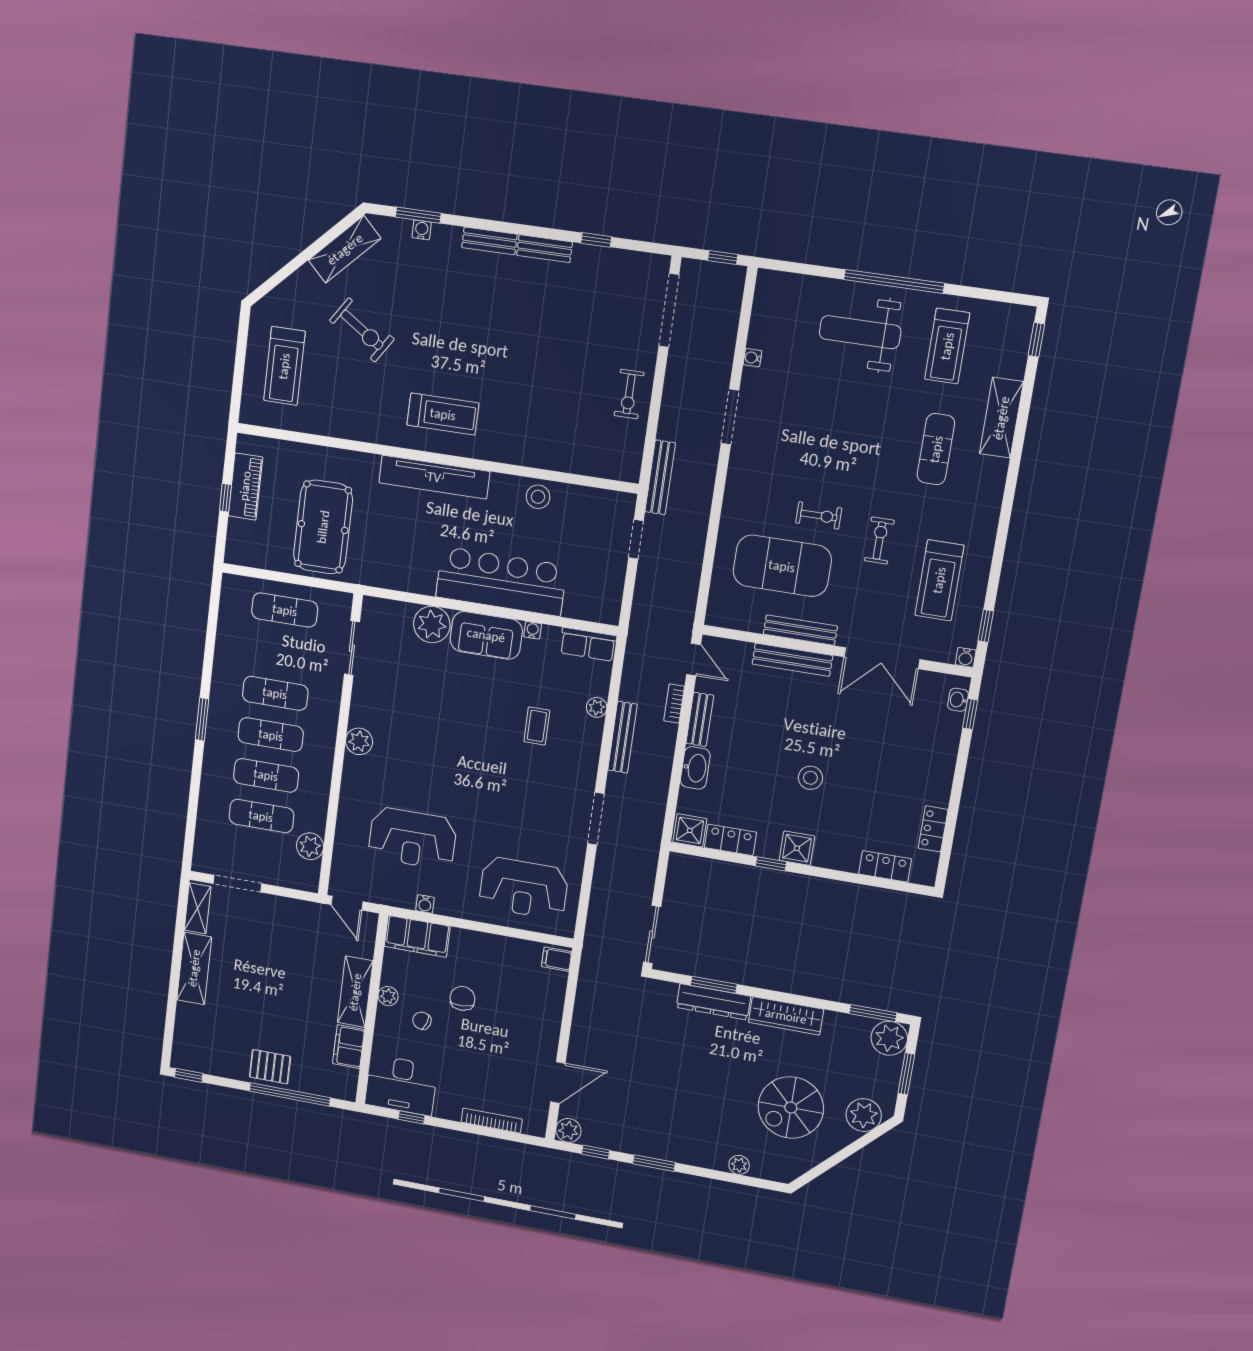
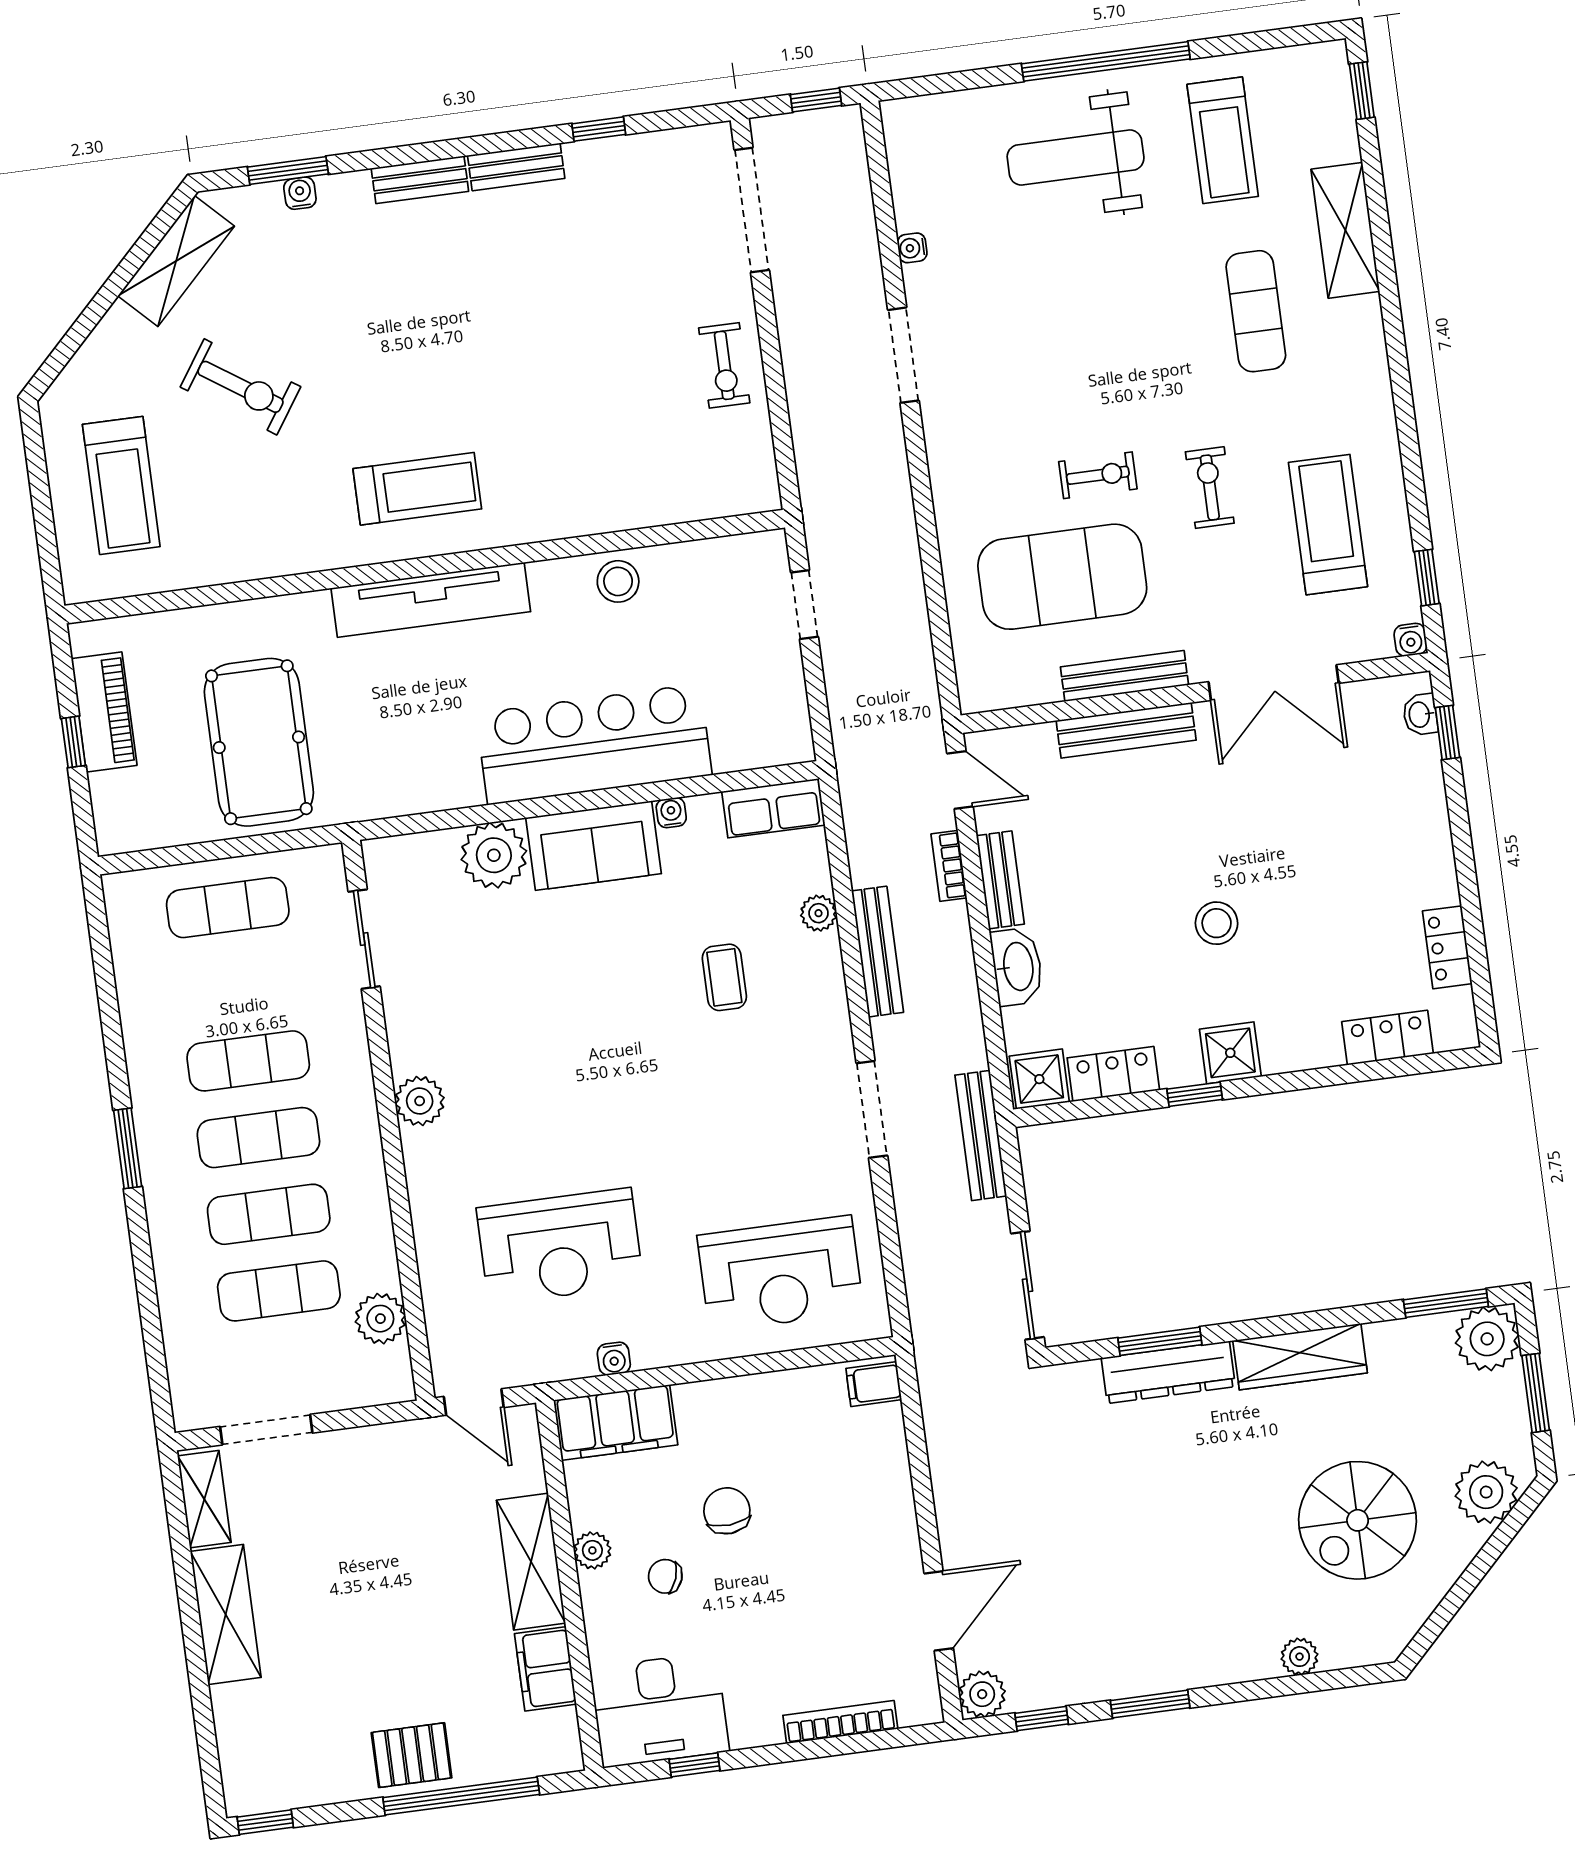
bench: (660, 477) -> (981, 1136), moved
treadmill: (939, 580) -> (1328, 525), turned 180

